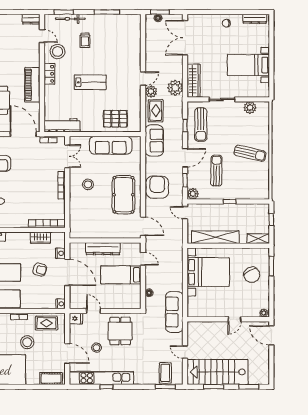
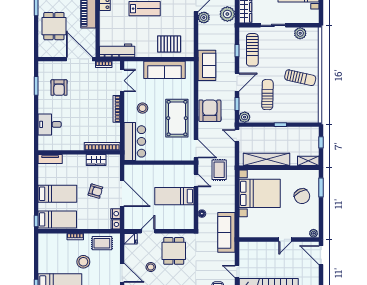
rug: (156, 111) -> (219, 170), moved
bar counter: (80, 219) -> (135, 141), added
dresser: (103, 249) -> (157, 171), removed
nightstand: (60, 253) -> (115, 214), moved
door: (94, 311) -> (148, 231), hinge flipped

